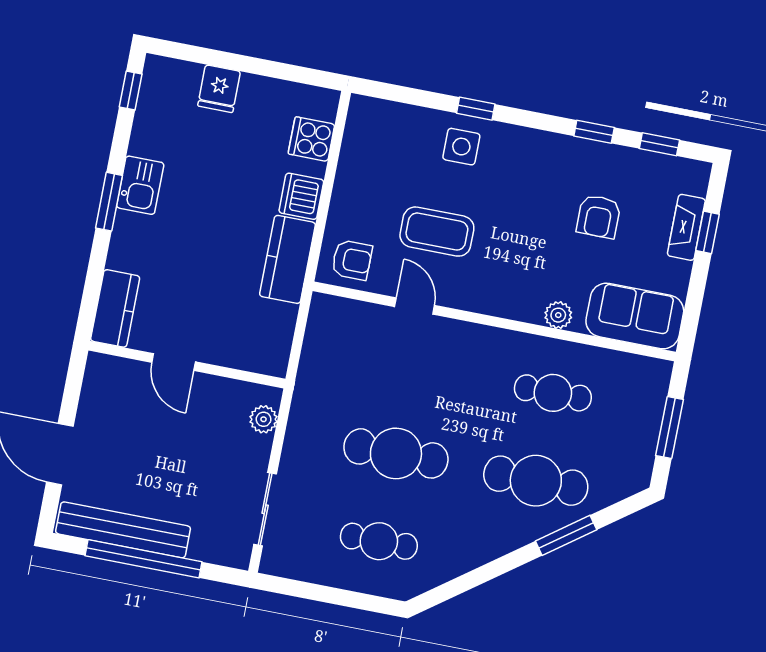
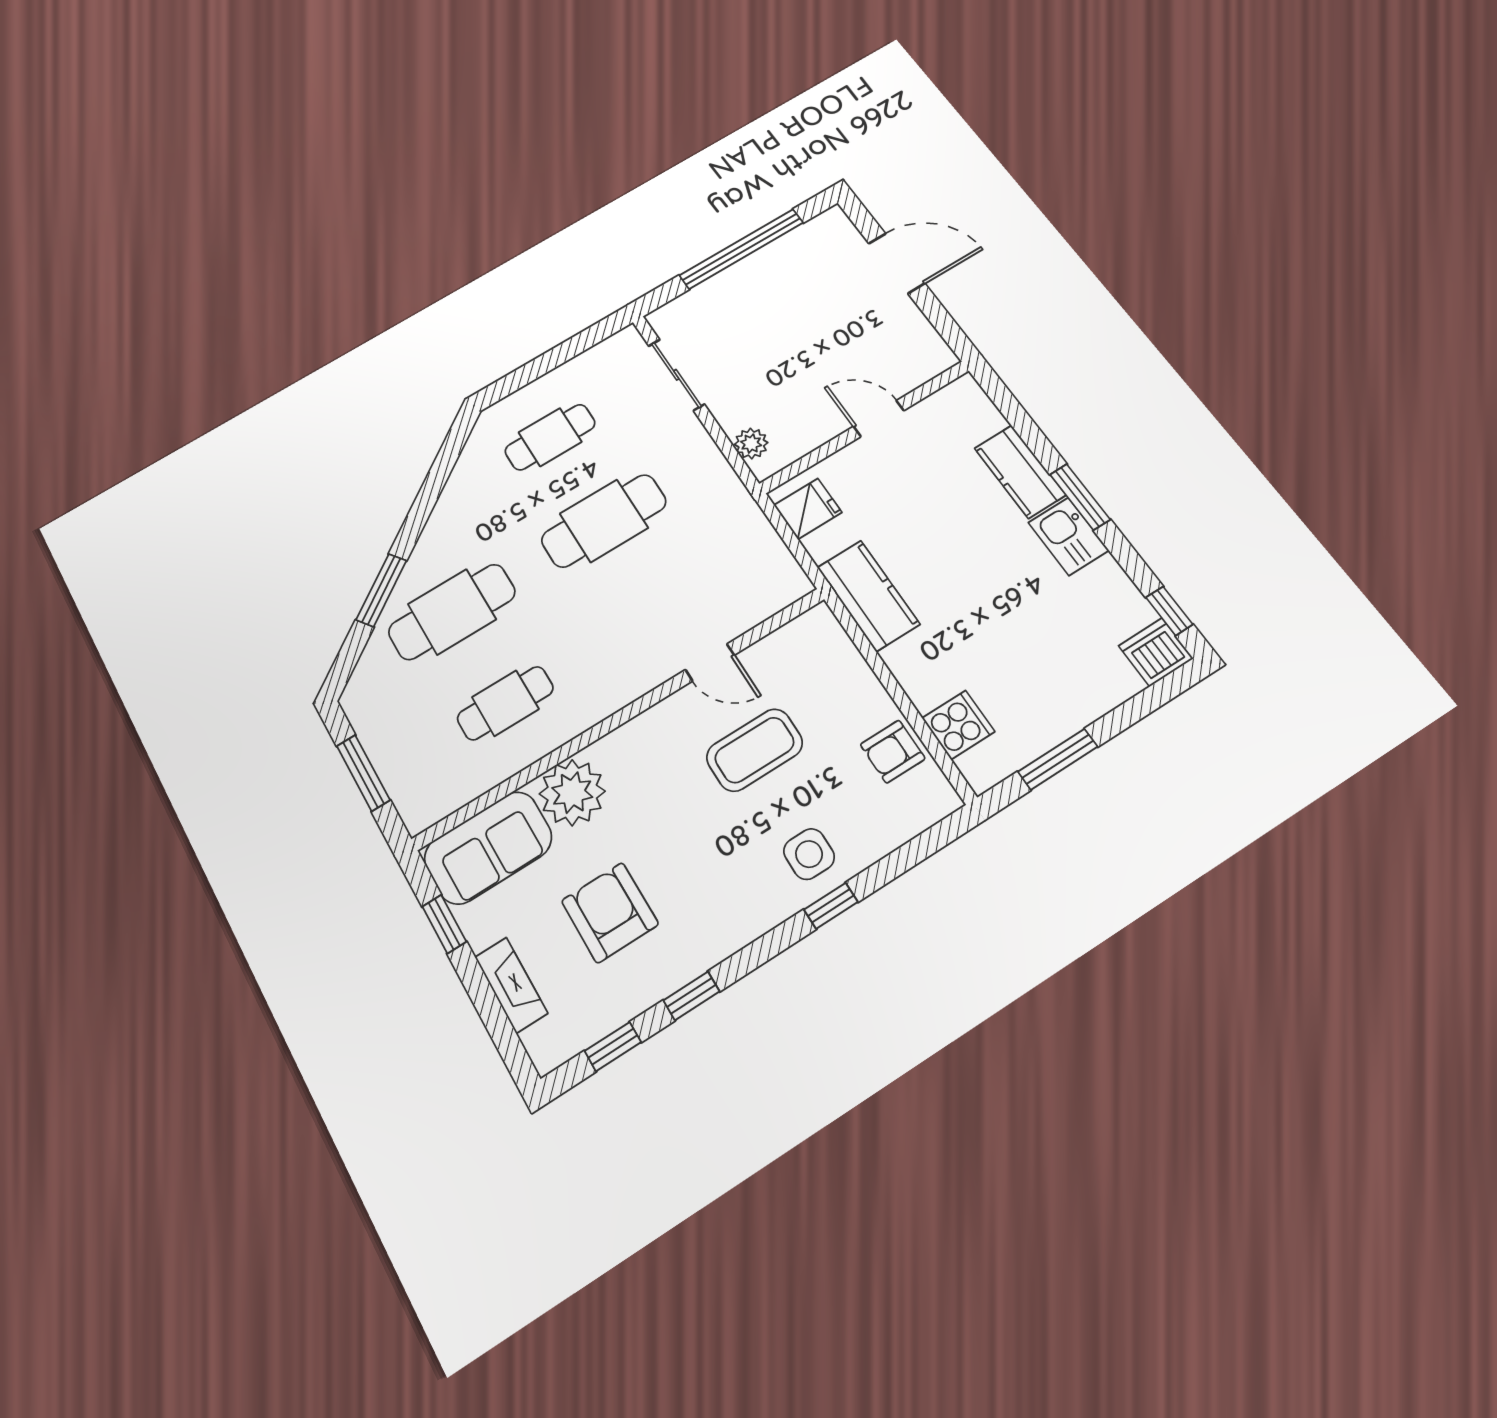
window: (277, 70) -> (1058, 759), added
fridge: (219, 89) -> (808, 509), moved, turned 90
dishwasher: (301, 196) -> (1156, 652), moved, turned -90
armchair: (599, 217) -> (610, 913), width x1.38, depth x1.38
window: (707, 232) -> (444, 924), moved
armchair: (352, 260) -> (893, 752), moved
kitchen counter: (115, 308) -> (1020, 472), moved
plant: (558, 315) -> (572, 793), width x1.88, depth x1.88
bench: (123, 530) -> (782, 255), removed

